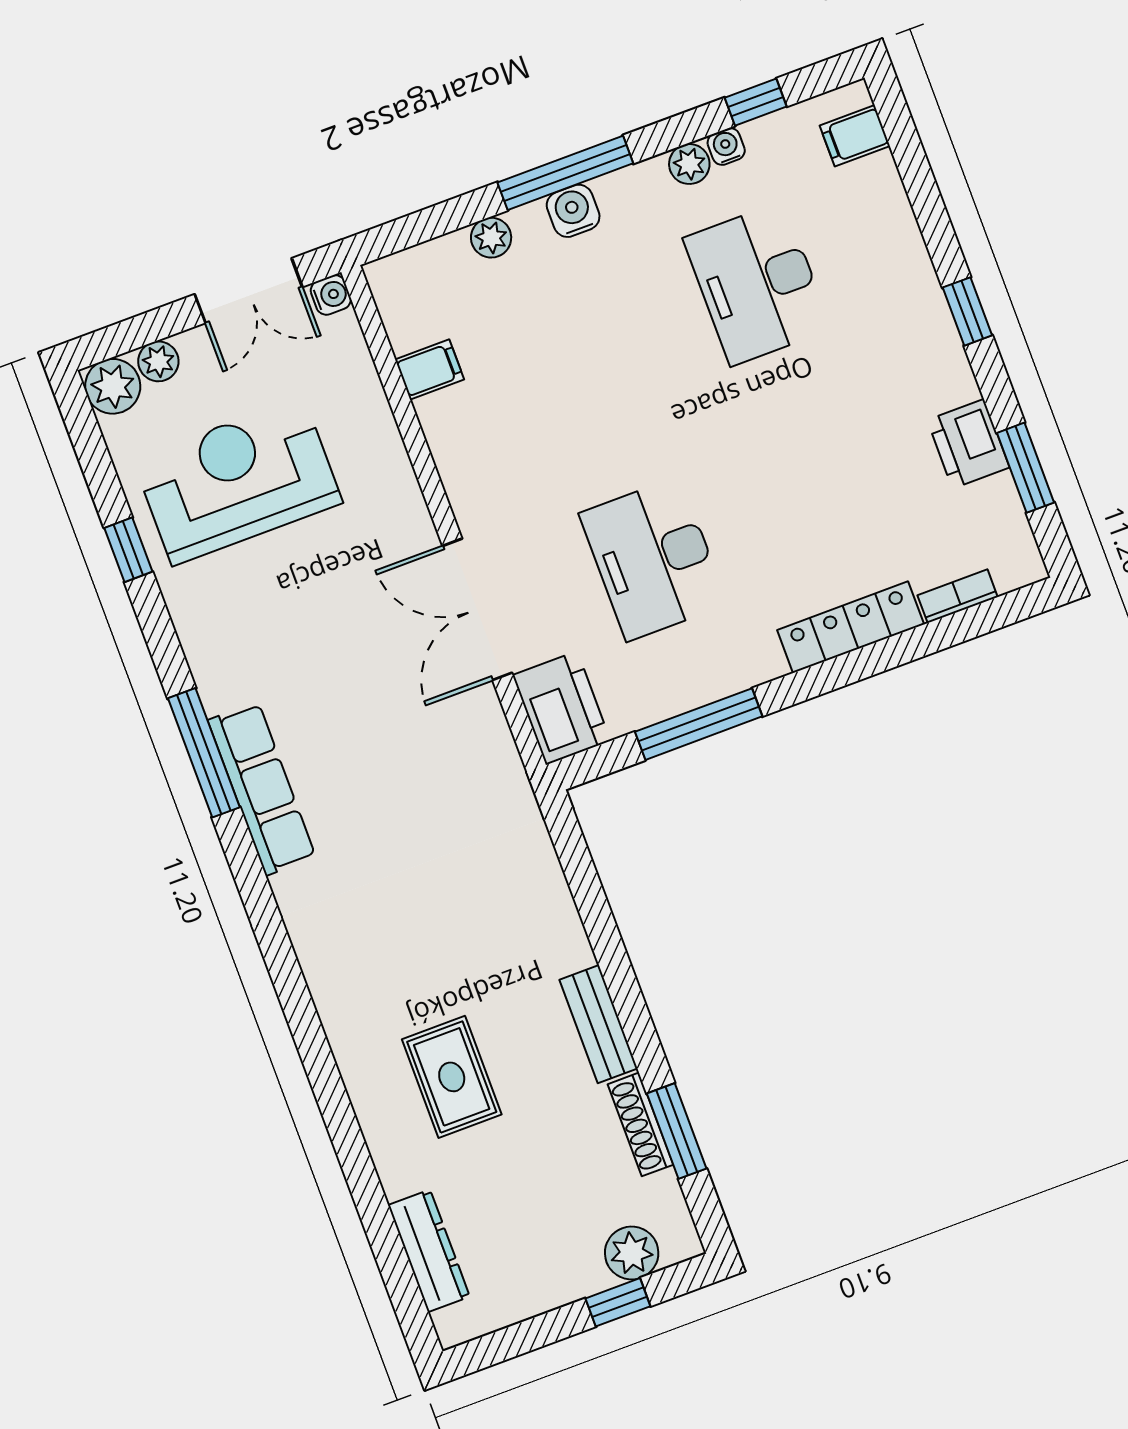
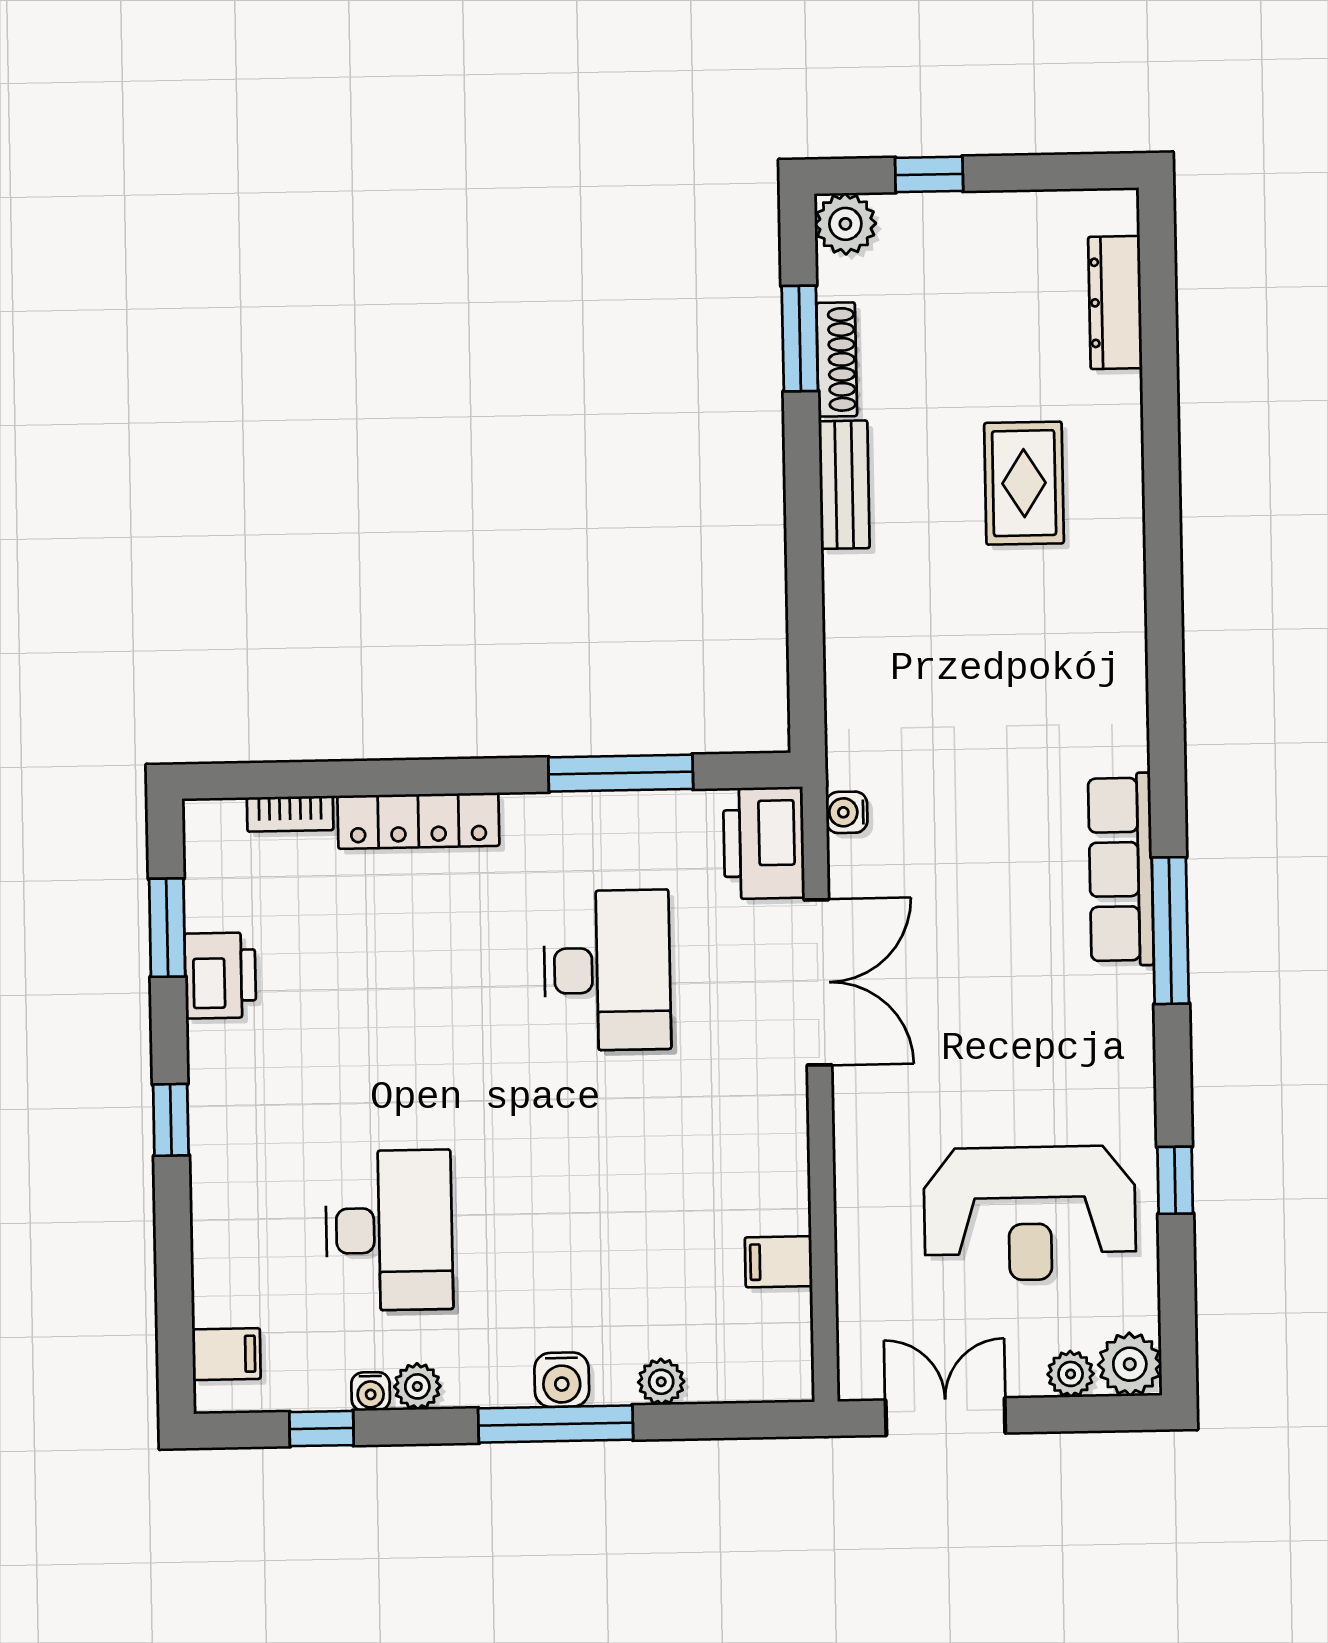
water cooler: (331, 295) -> (847, 812), moved
plant: (632, 1253) -> (845, 224), moved

